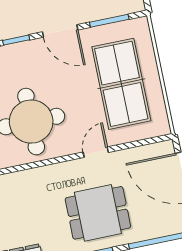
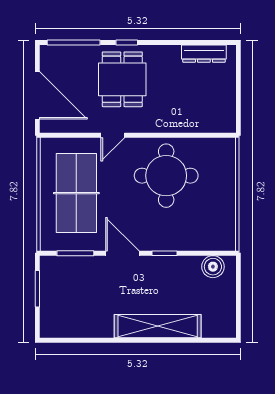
dining table: (98, 213) -> (122, 79), turned 90

